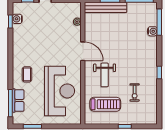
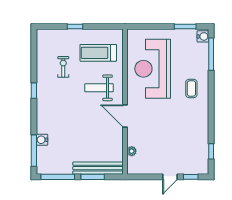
water cooler: (17, 19) -> (203, 36), moved
weight bench: (105, 75) -> (99, 88), turned -90
row of seats: (18, 101) -> (202, 57), removed

